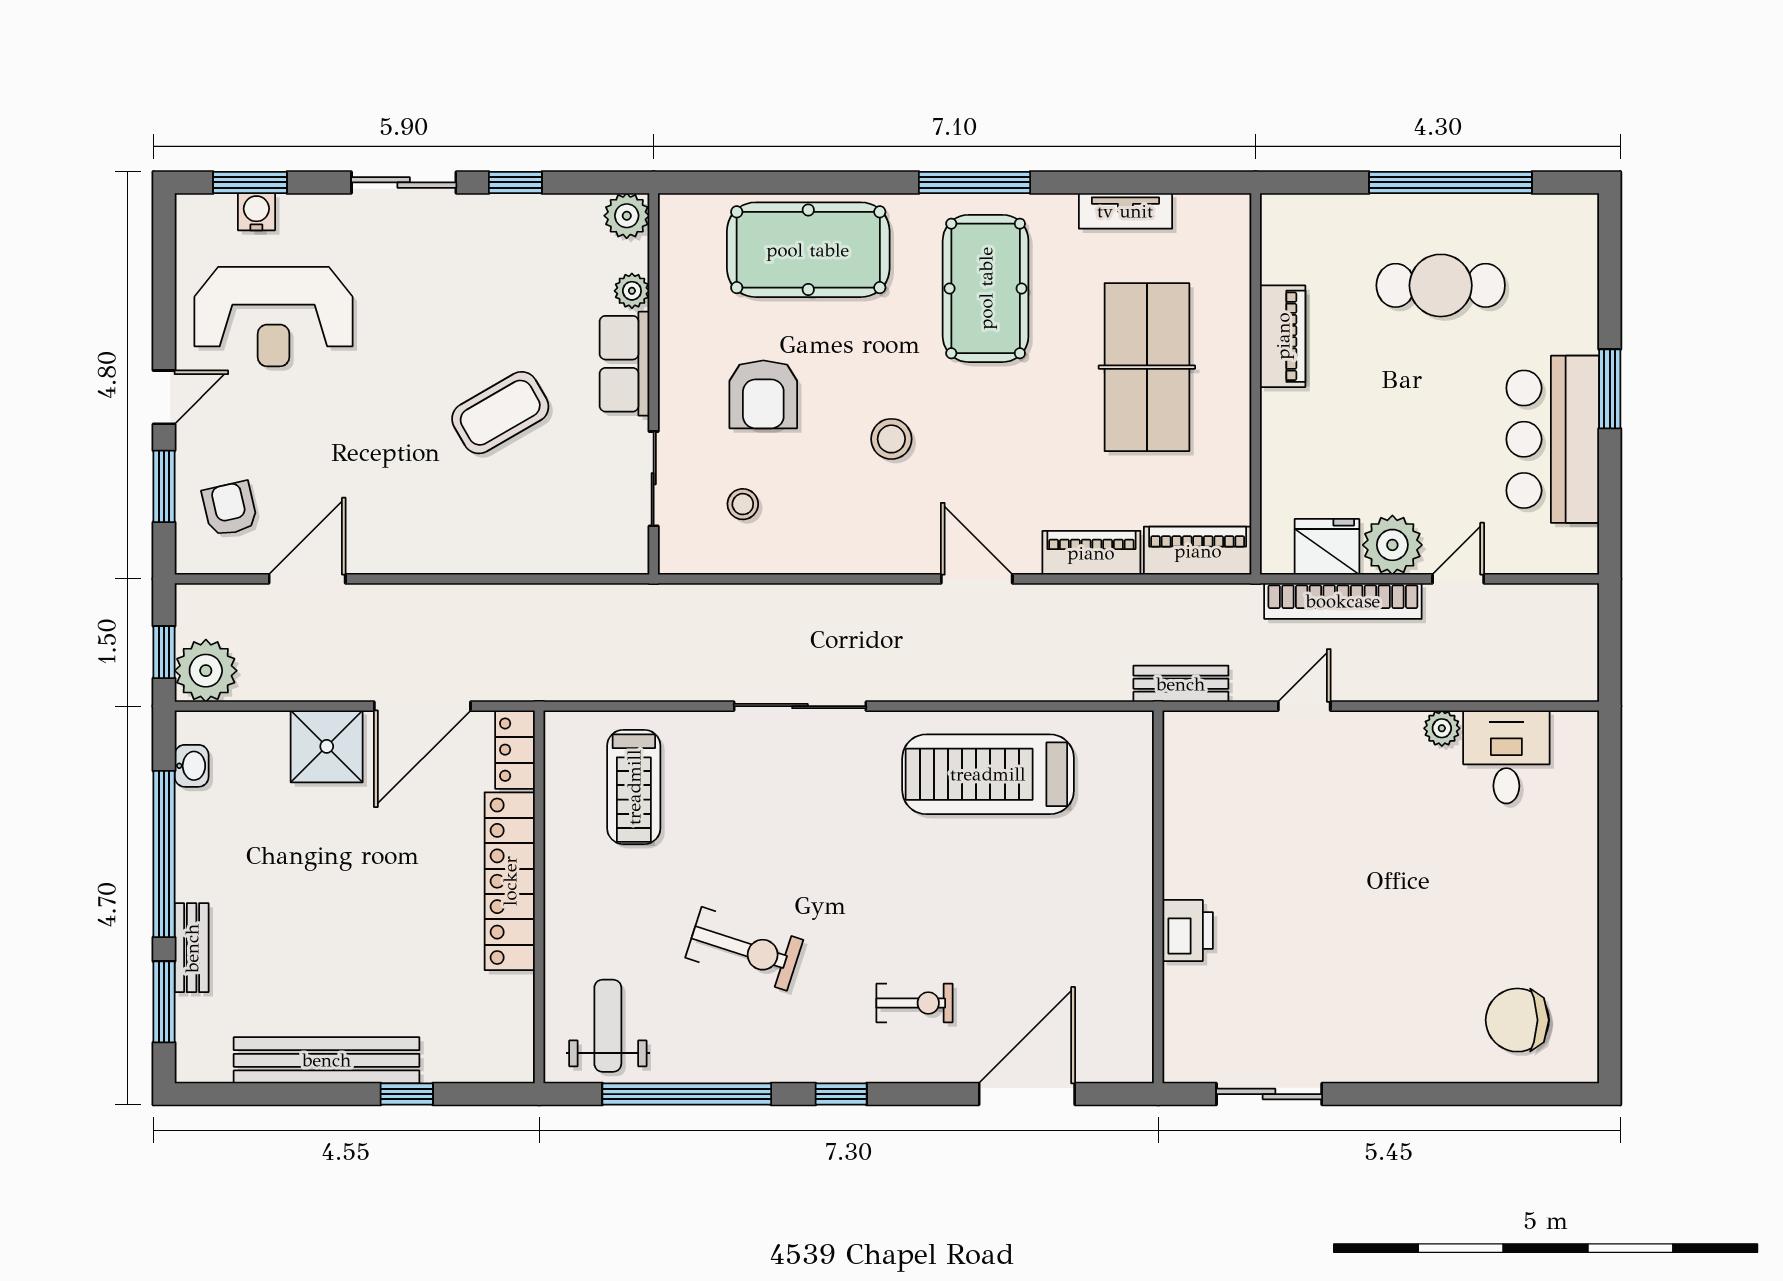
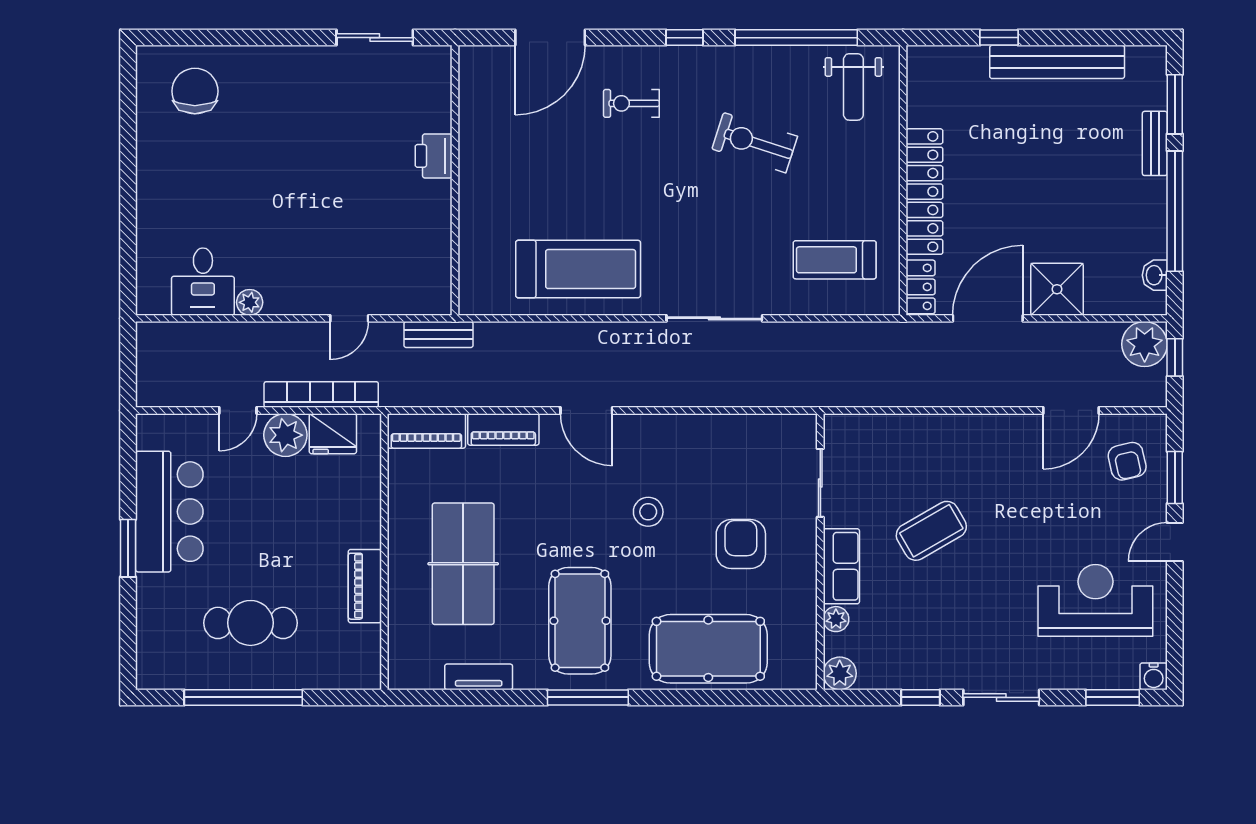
water cooler: (256, 212) -> (1154, 676), moved
stool: (743, 504) -> (756, 465), removed
treadmill: (634, 787) -> (835, 260), turned -90
chair: (1517, 1020) -> (195, 91), turned -90

